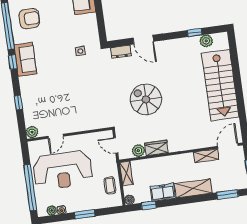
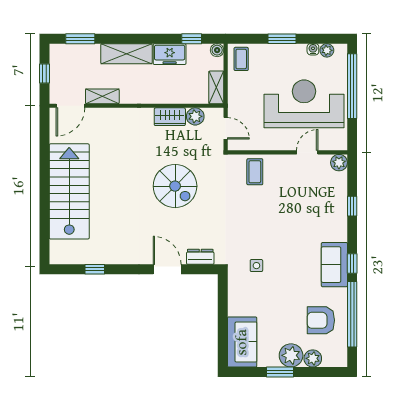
plant: (206, 41) -> (80, 256), removed
coffee table: (91, 117) -> (255, 172), added
coffee table: (110, 185) -> (241, 59), moved

